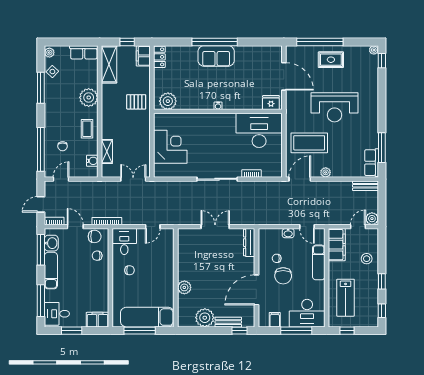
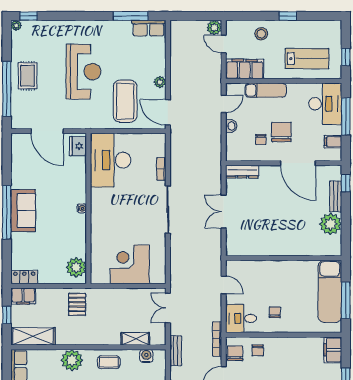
door: (284, 76) -> (47, 131), swing flipped
bench: (365, 186) -> (176, 351), moved
chair: (283, 276) -> (281, 132), turned -90
plant: (184, 287) -> (295, 248), removed
window: (382, 311) -> (322, 16), removed

